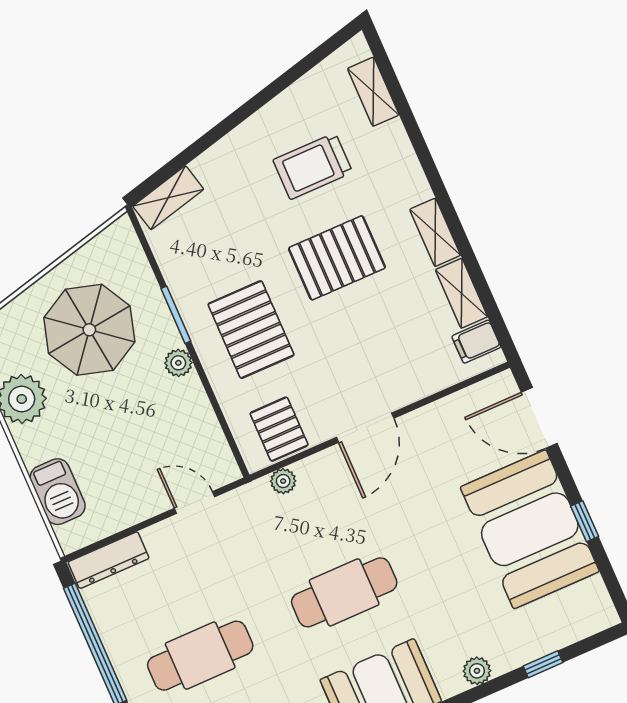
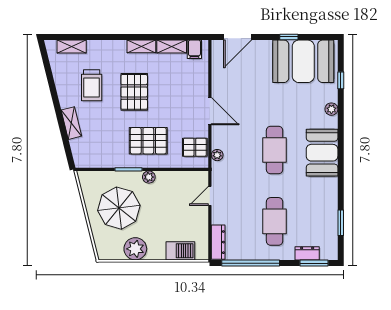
shelving: (168, 198) -> (71, 123), moved
booth: (530, 529) -> (303, 61), moved

